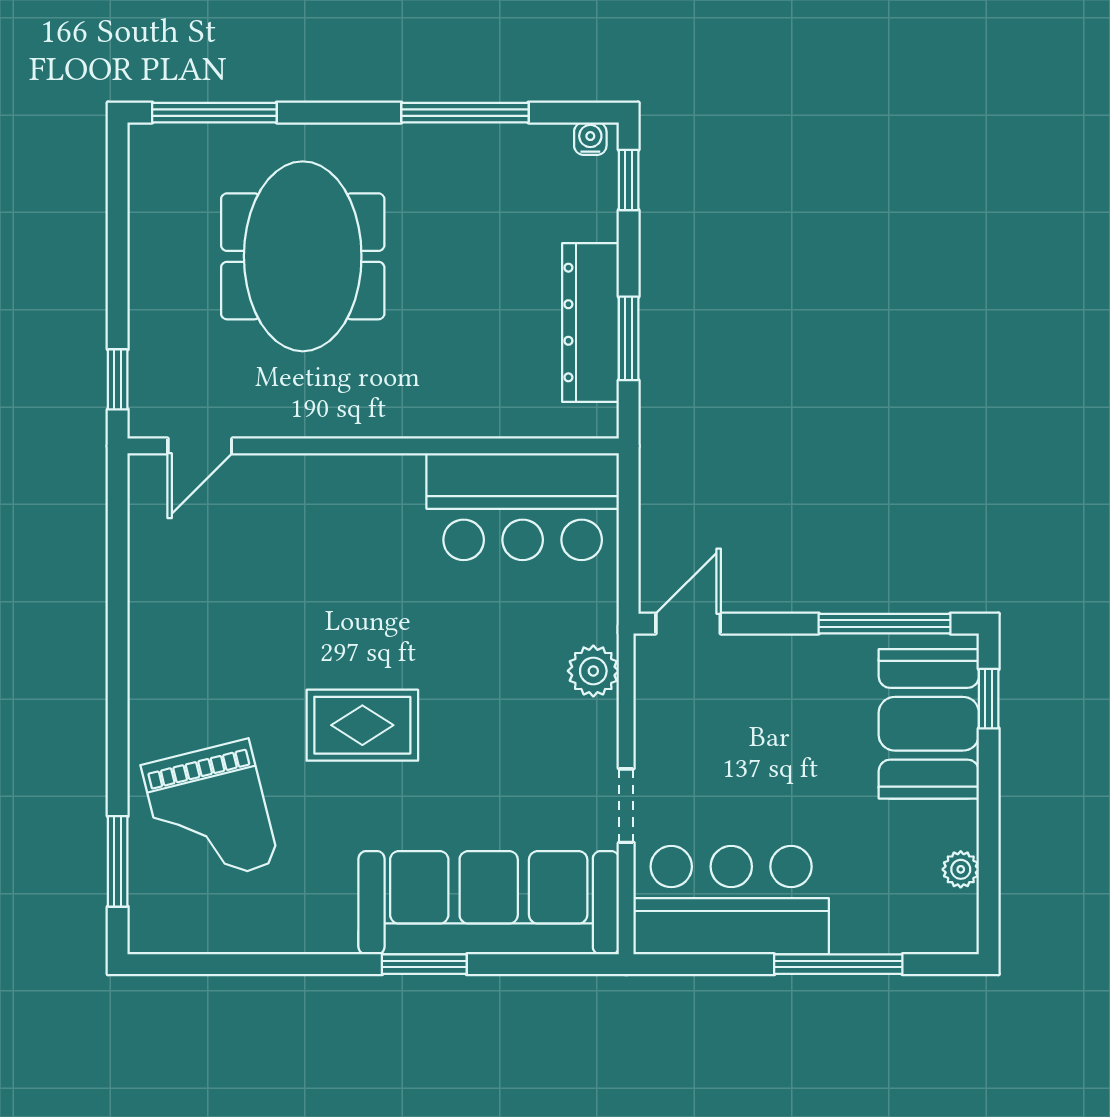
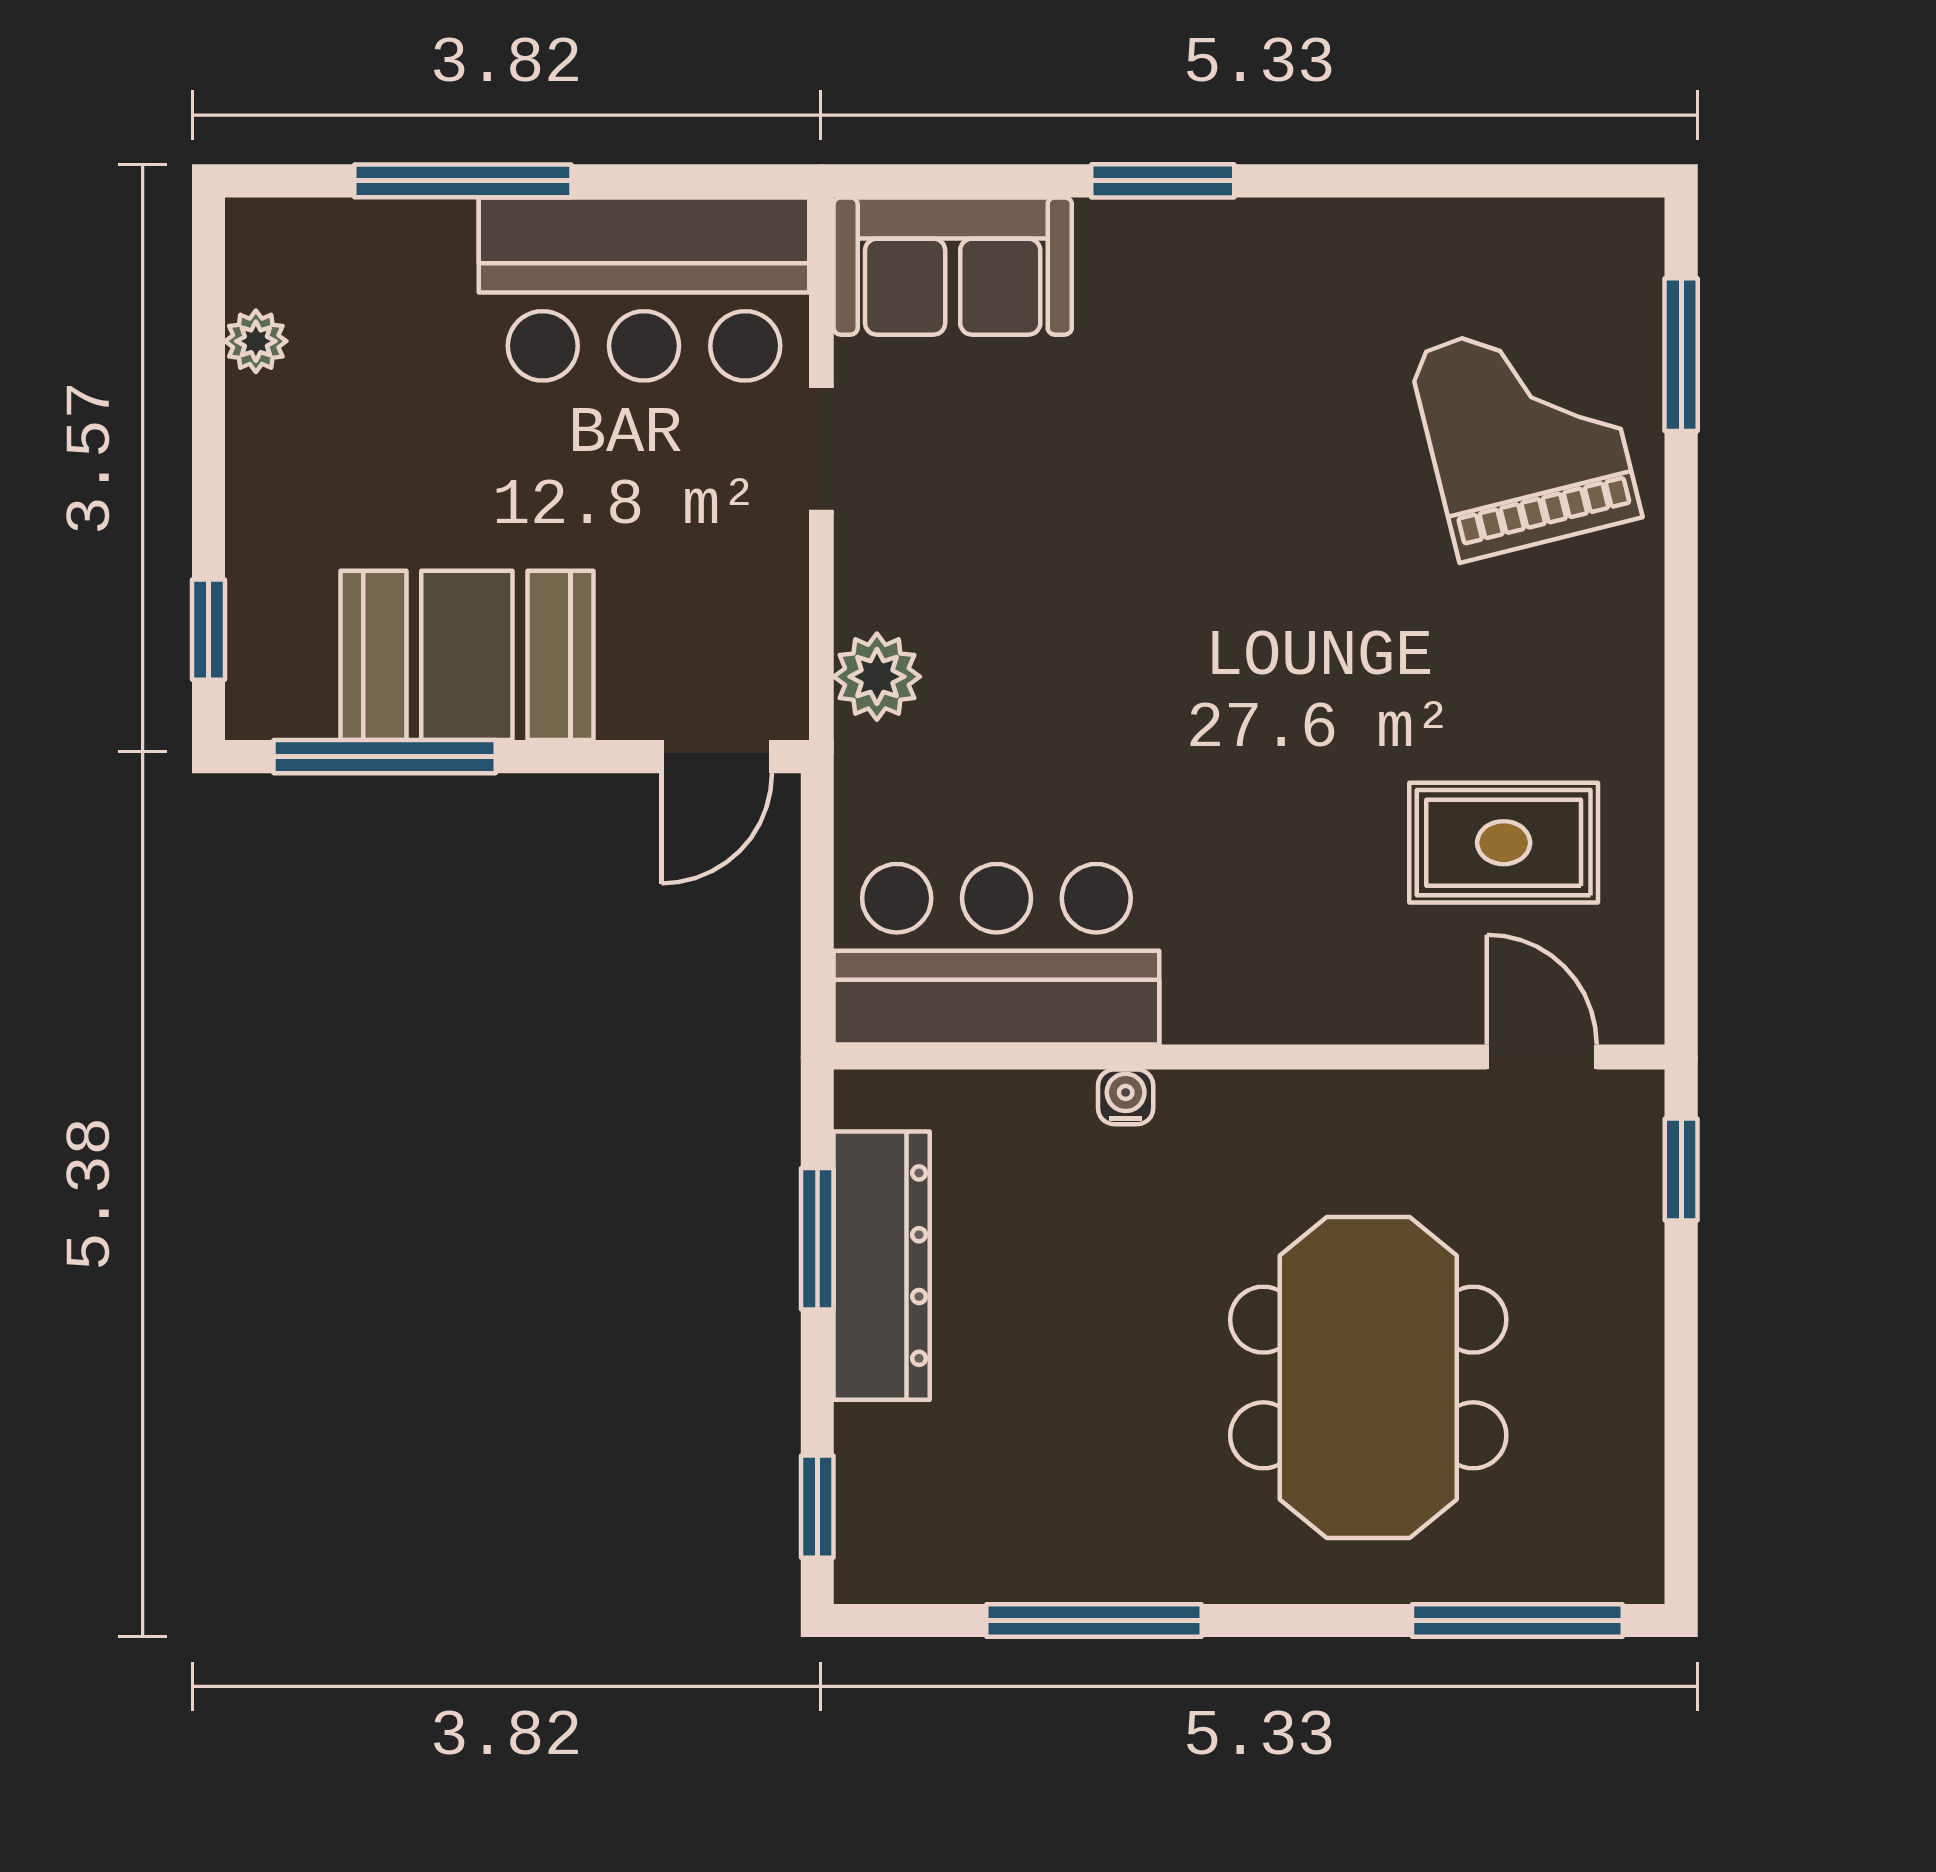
water cooler: (590, 139) -> (1126, 1097), moved, turned 180
door: (200, 446) -> (1542, 1057), hinge flipped
booth: (929, 724) -> (467, 655), moved, turned 90
rug: (362, 725) -> (1504, 843), moved
sofa: (489, 903) -> (953, 266), width x0.54, depth x0.79

